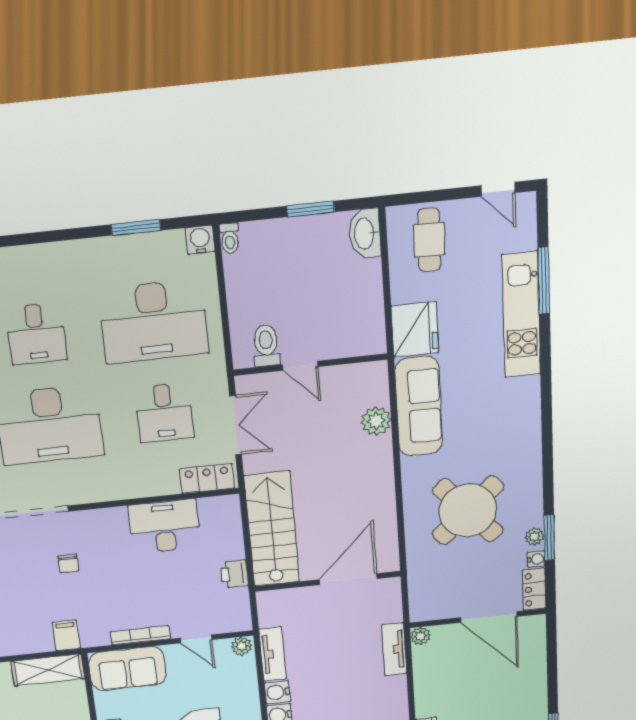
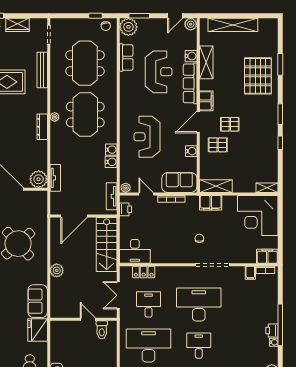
sofa: (419, 406) -> (38, 301), width x0.73
plant: (376, 421) -> (57, 270), moved
locker: (207, 479) -> (144, 272), moved
desk: (164, 526) -> (135, 251), moved
printer: (234, 574) -> (125, 209), moved
filing cabinet: (66, 635) -> (211, 203), width x2.00
plant: (420, 636) -> (39, 179), width x1.87, depth x1.87
tv unit: (273, 654) -> (112, 196), moved

